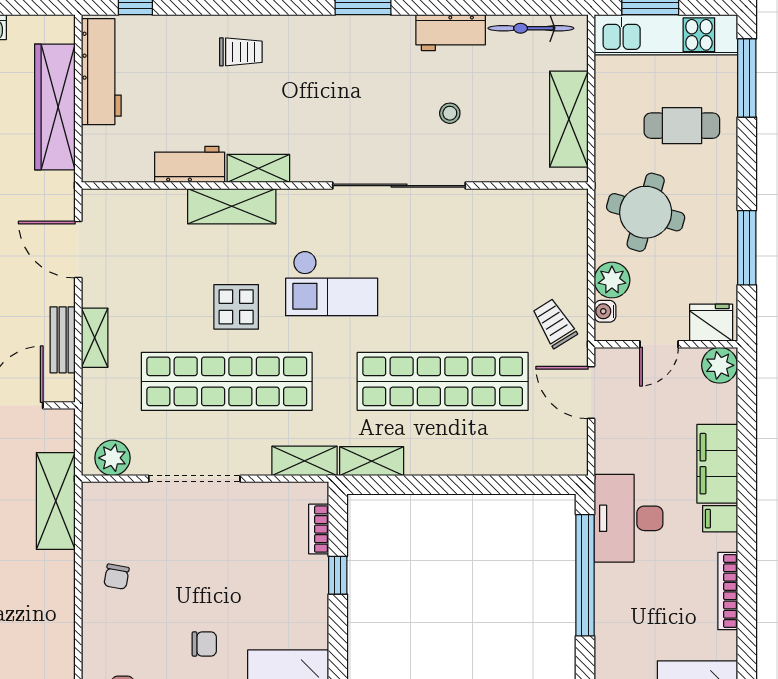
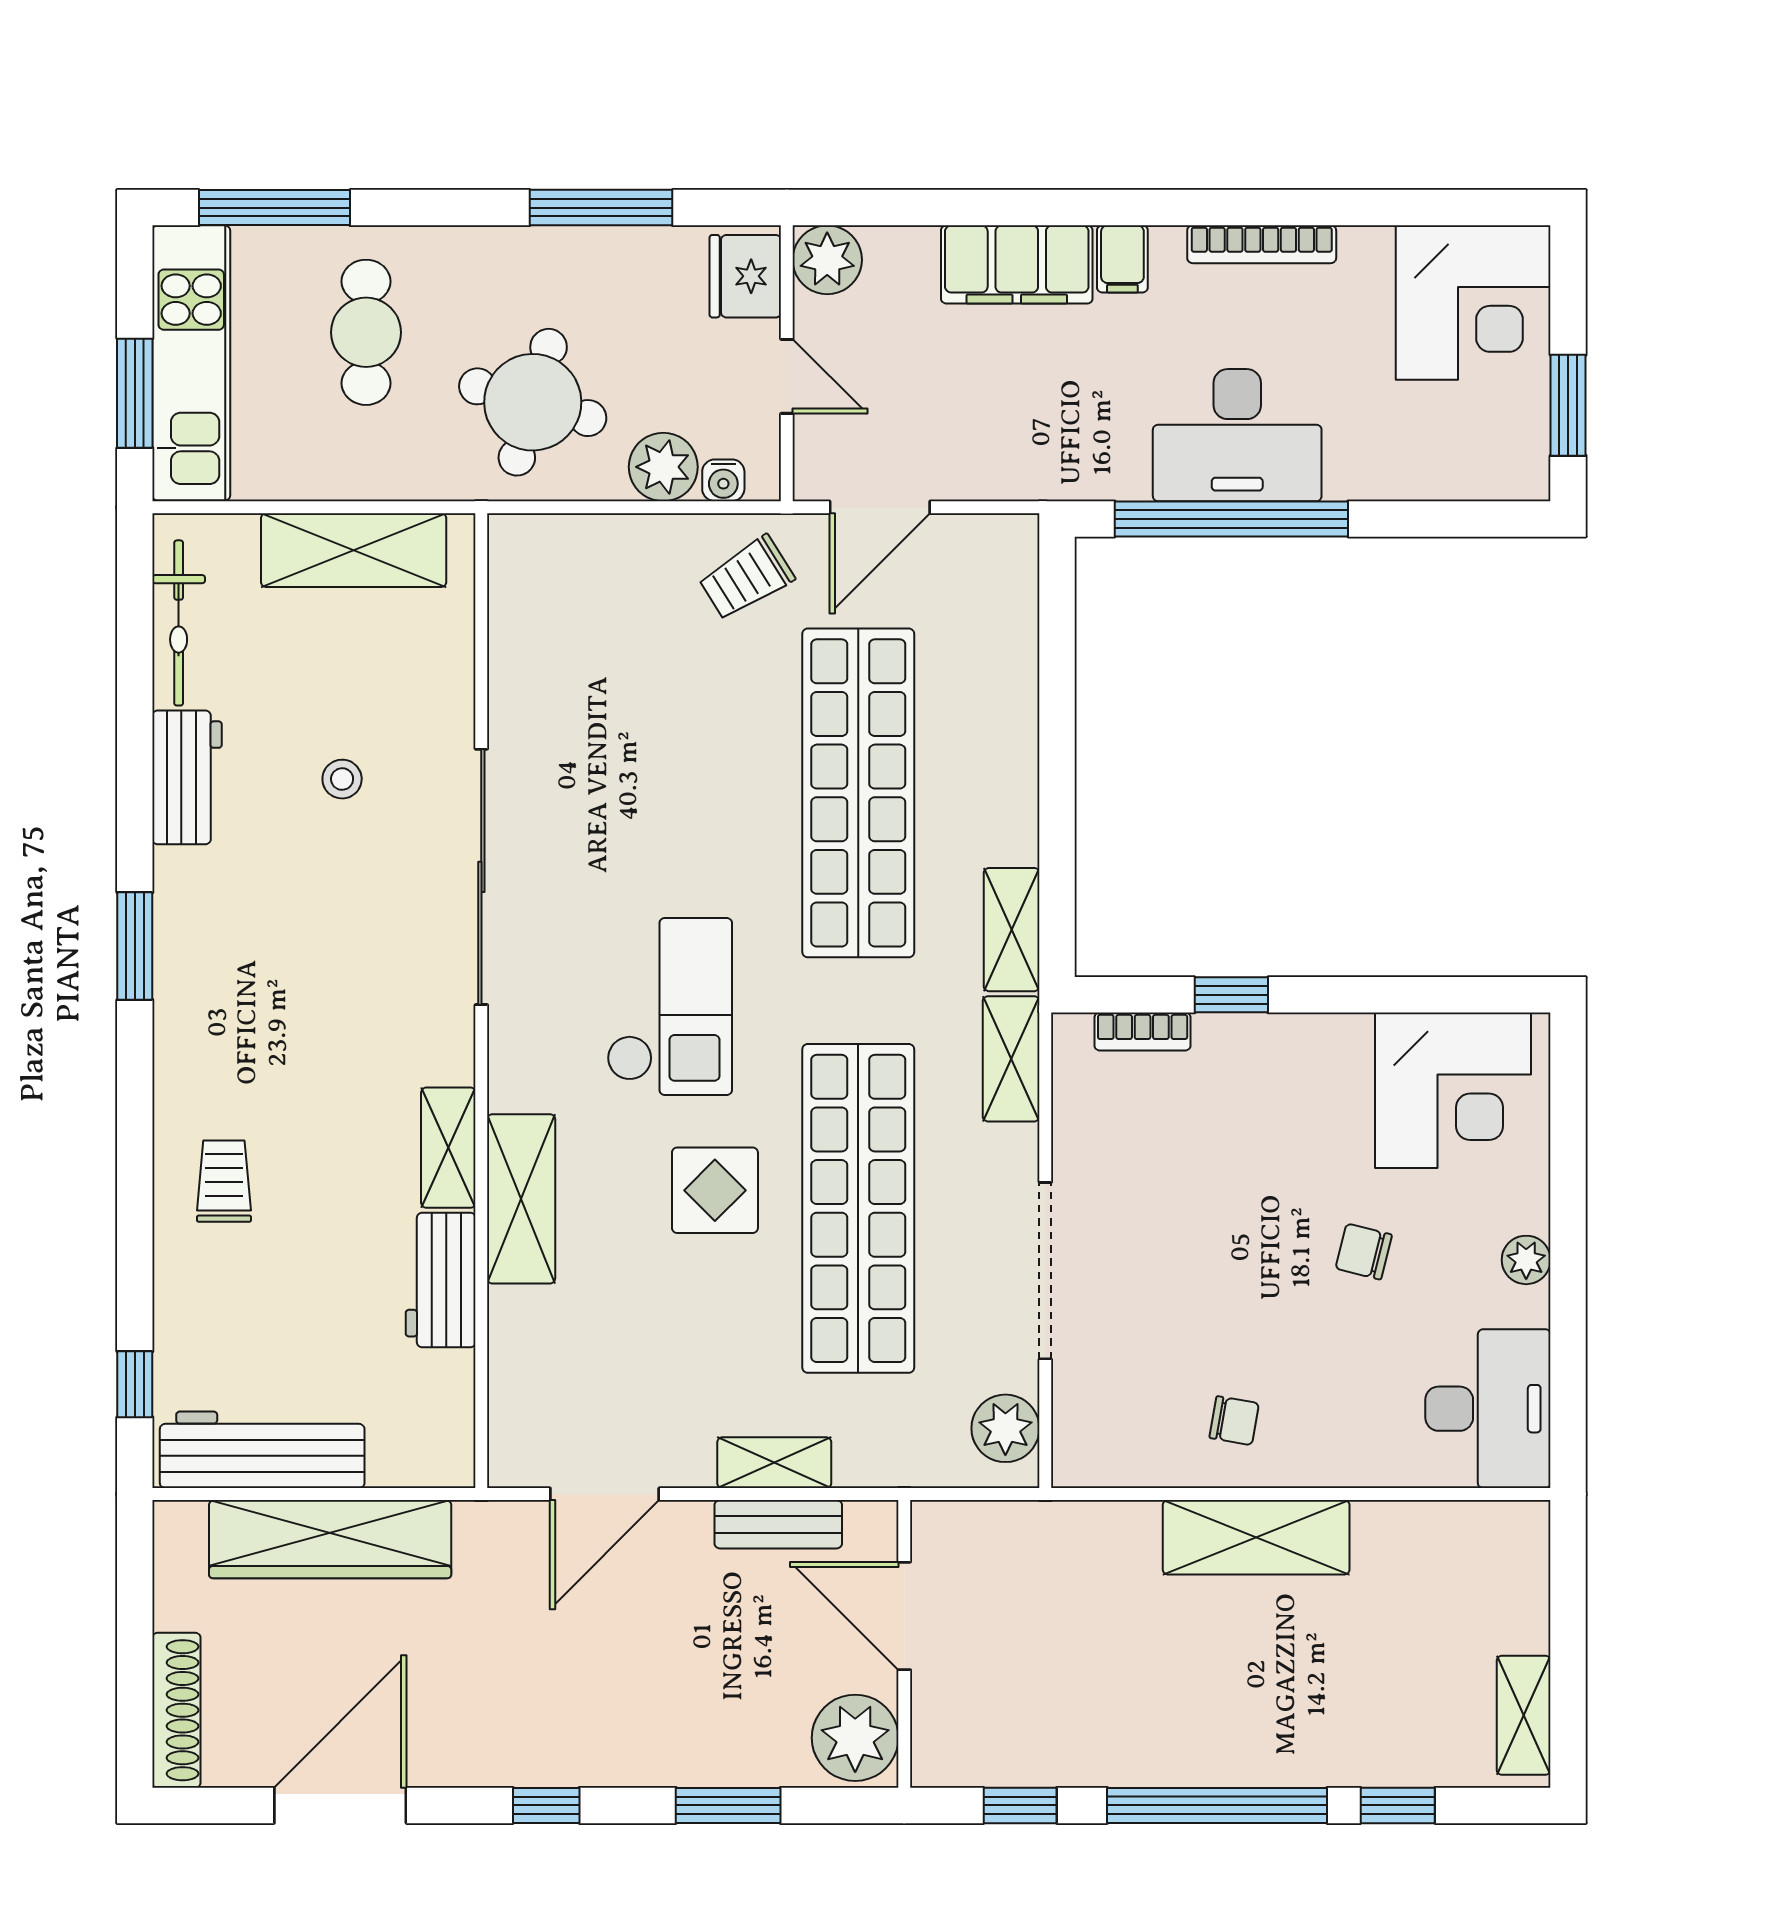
shelving: (56, 501) -> (1256, 1537), moved
desk: (629, 518) -> (1237, 435), moved
chair: (204, 644) -> (1364, 1252), turned -76

